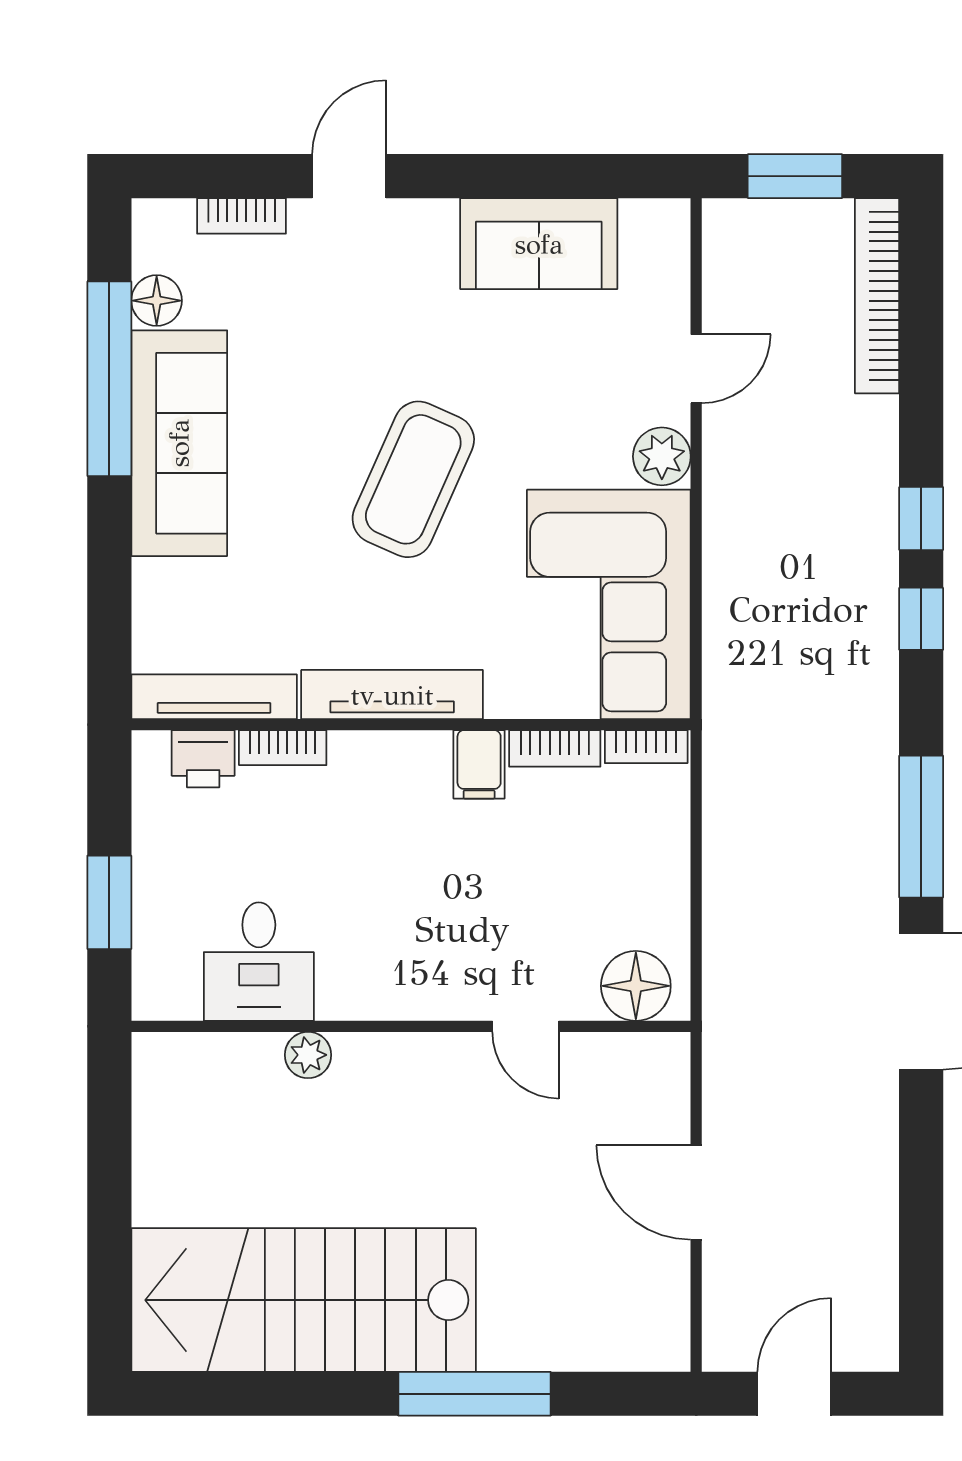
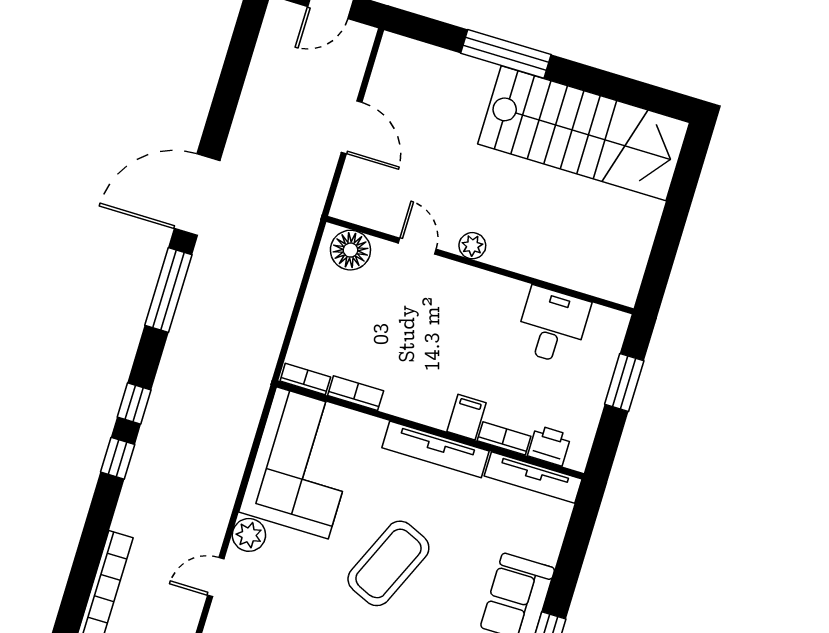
filing cabinet: (479, 764) -> (466, 417), moved
plant: (308, 1055) -> (472, 246), moved

